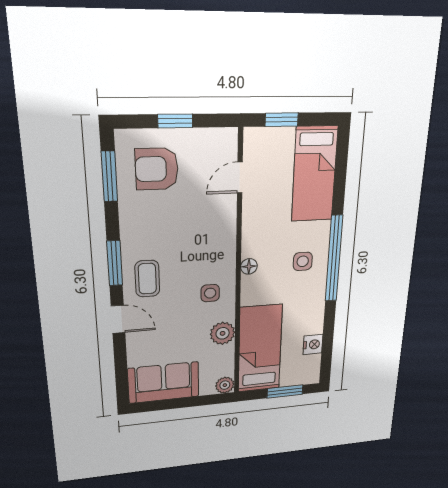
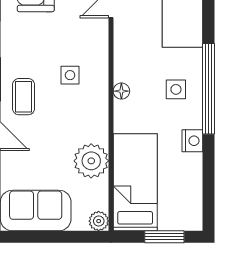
side table: (210, 293) -> (70, 75), moved
plant: (223, 333) -> (91, 161), width x1.36, depth x1.36
nightstand: (313, 344) -> (192, 141), moved

